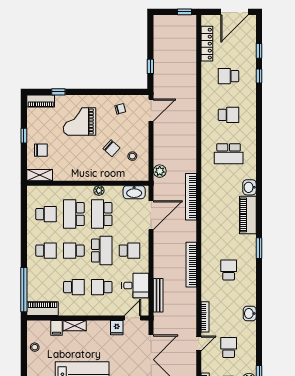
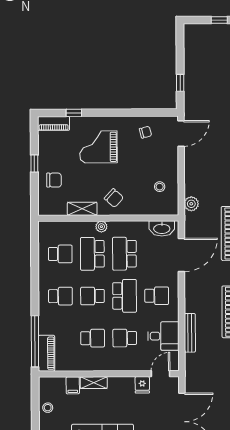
chair: (111, 148) -> (114, 198), moved
shelving: (40, 175) -> (82, 209), moved
plant: (99, 191) -> (101, 227), moved
bench: (158, 295) -> (190, 333), moved
piano: (43, 309) -> (47, 353), moved, turned 90

